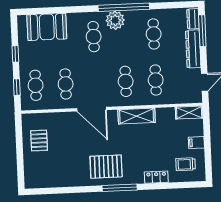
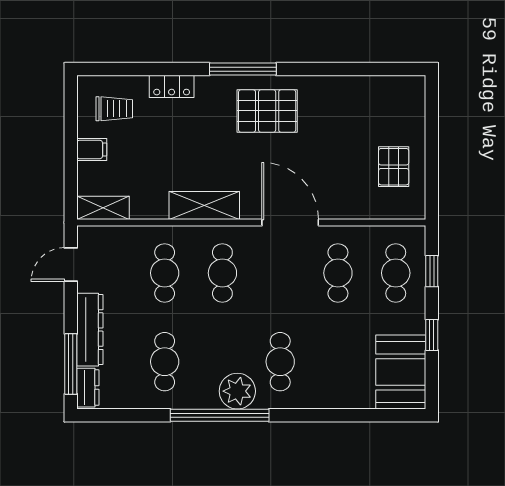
booth: (47, 27) -> (401, 372), moved, turned 90

